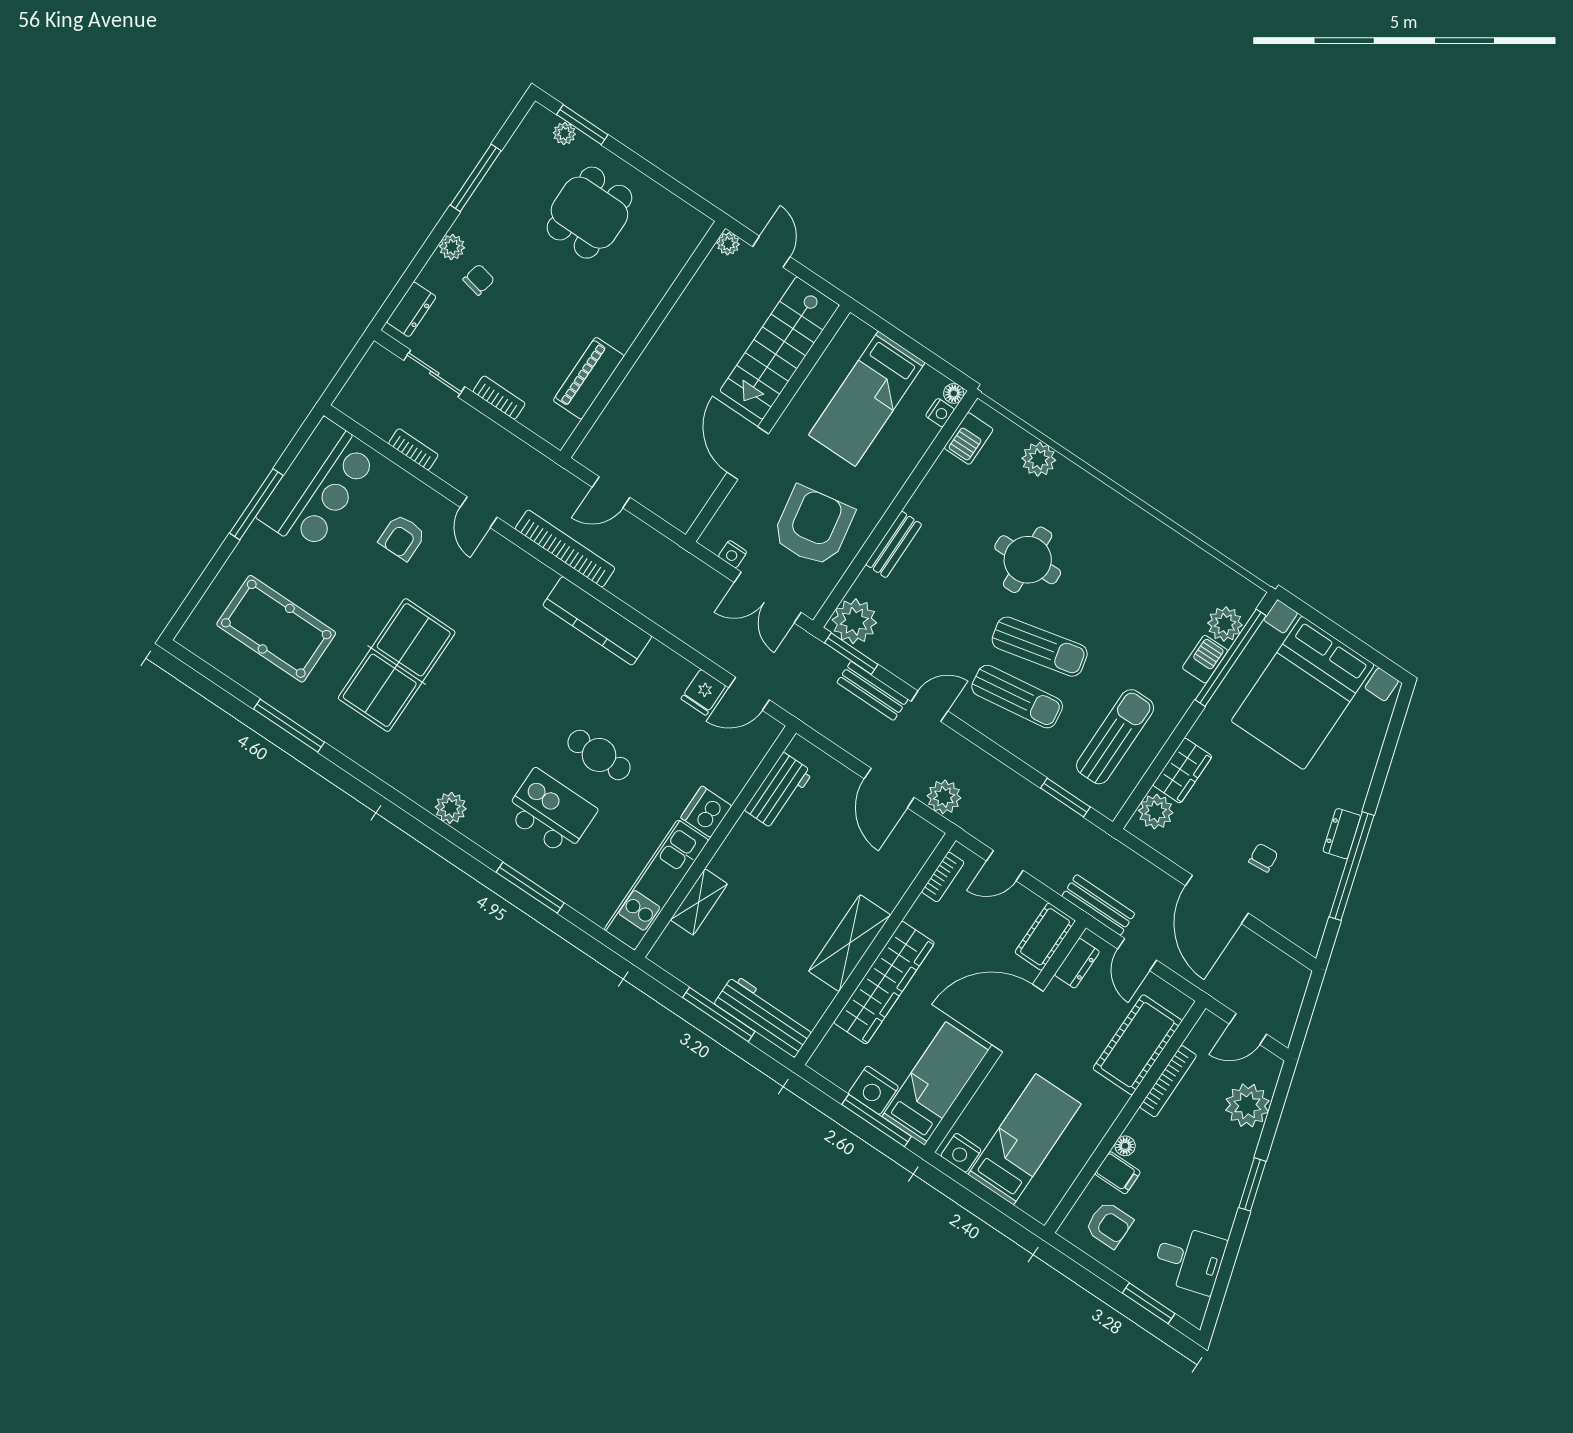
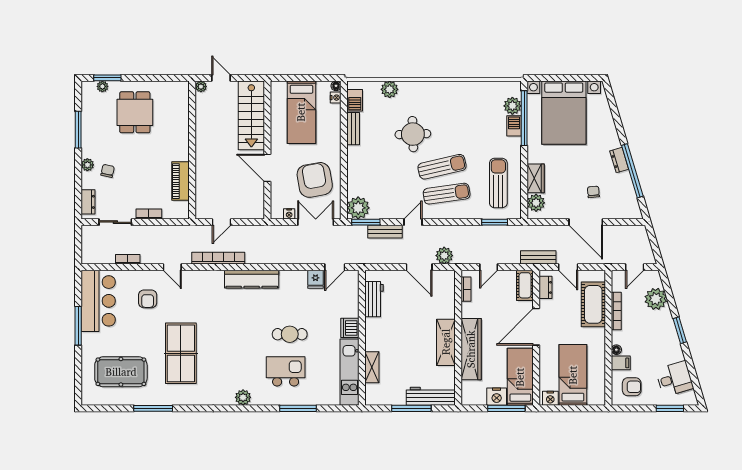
bench: (894, 544) -> (353, 129), moved
double door: (768, 597) -> (316, 222), swing flipped

